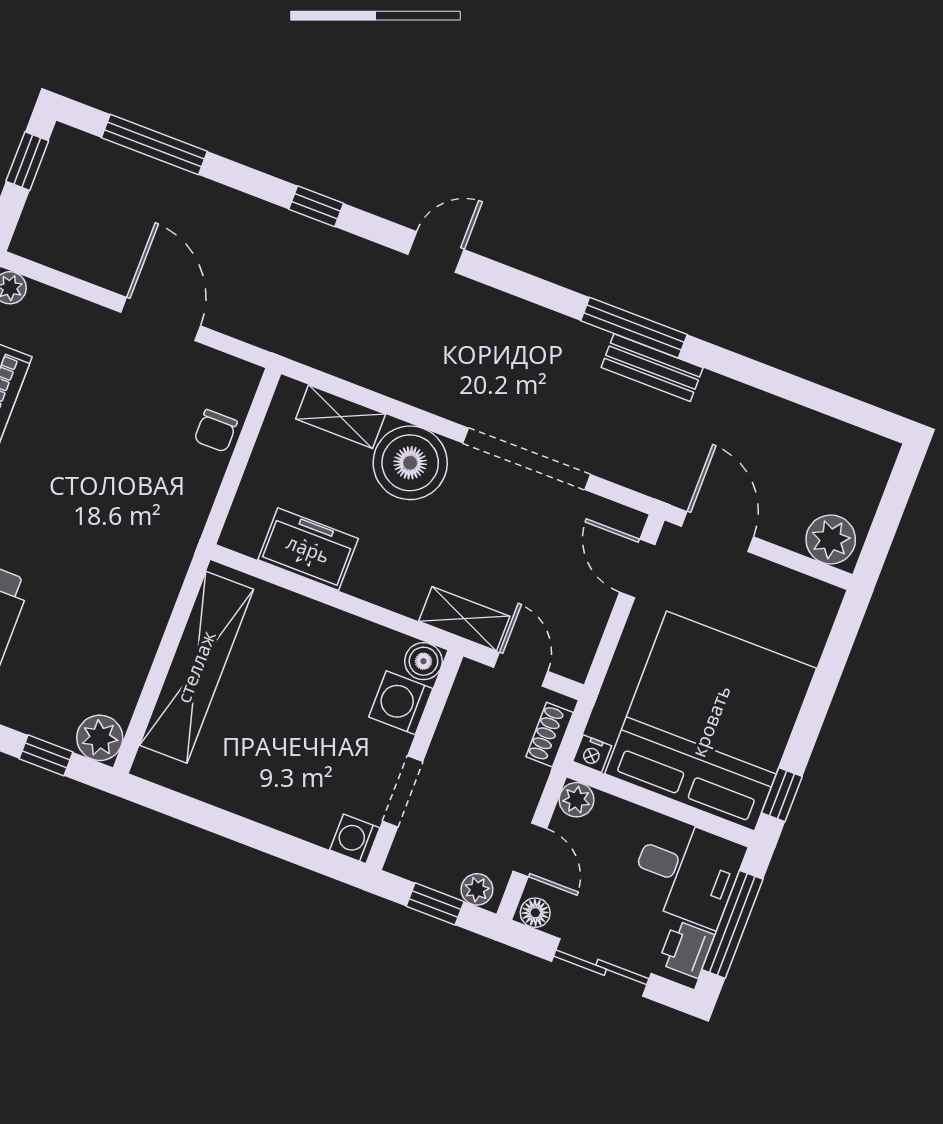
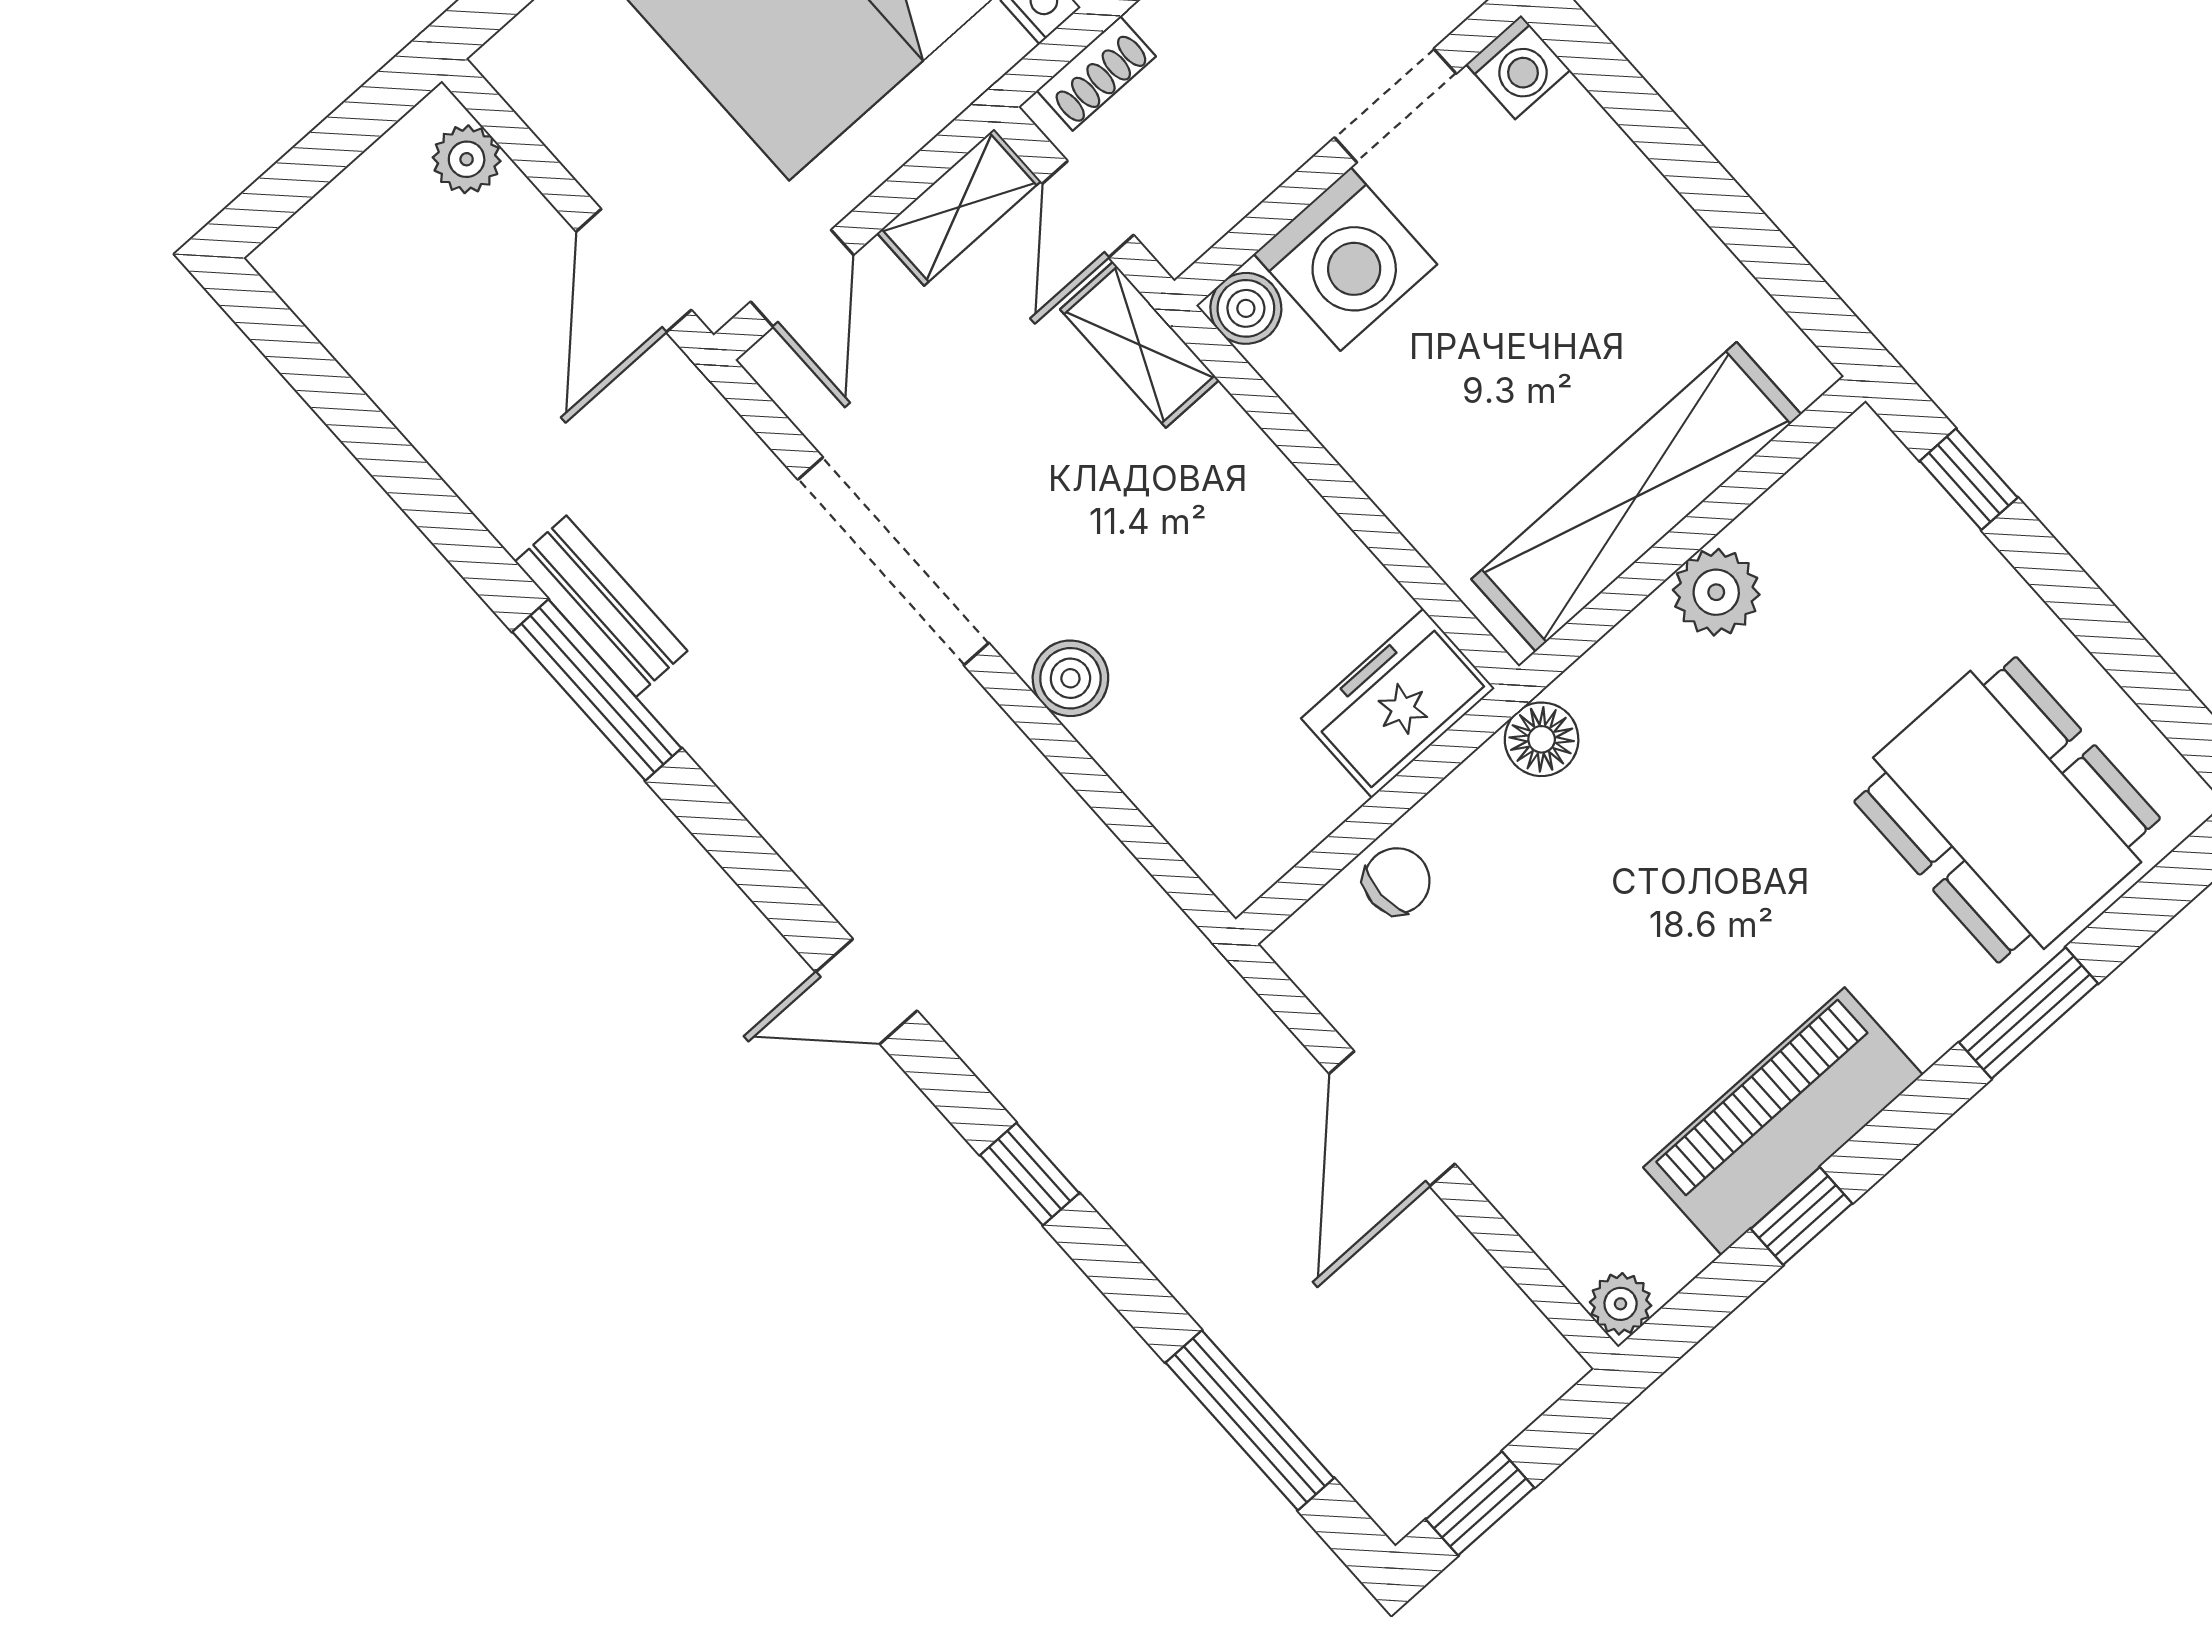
shelving: (341, 417) -> (959, 207), moved, turned 90
boiler: (410, 463) -> (1070, 678), width x0.54, depth x0.54
floor lamp: (182, 532) -> (1542, 739), added
plant: (831, 539) -> (467, 159), width x0.73, depth x0.73
freezer: (308, 549) -> (1398, 703), moved, turned 90
washing machine: (401, 703) -> (1345, 259), width x1.37, depth x1.37
plant: (100, 738) -> (1716, 592), moved

